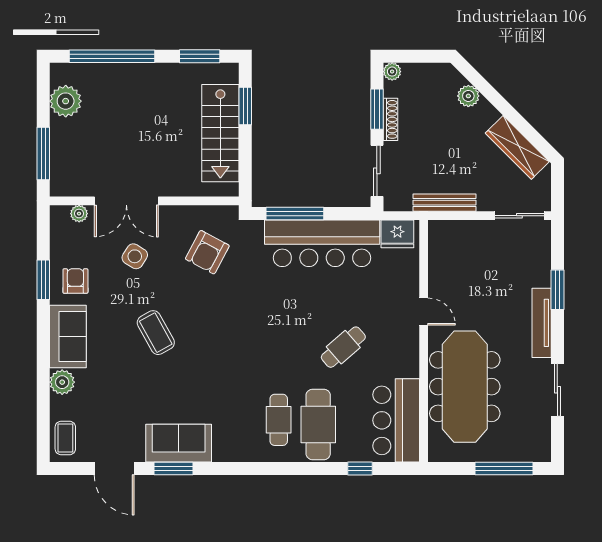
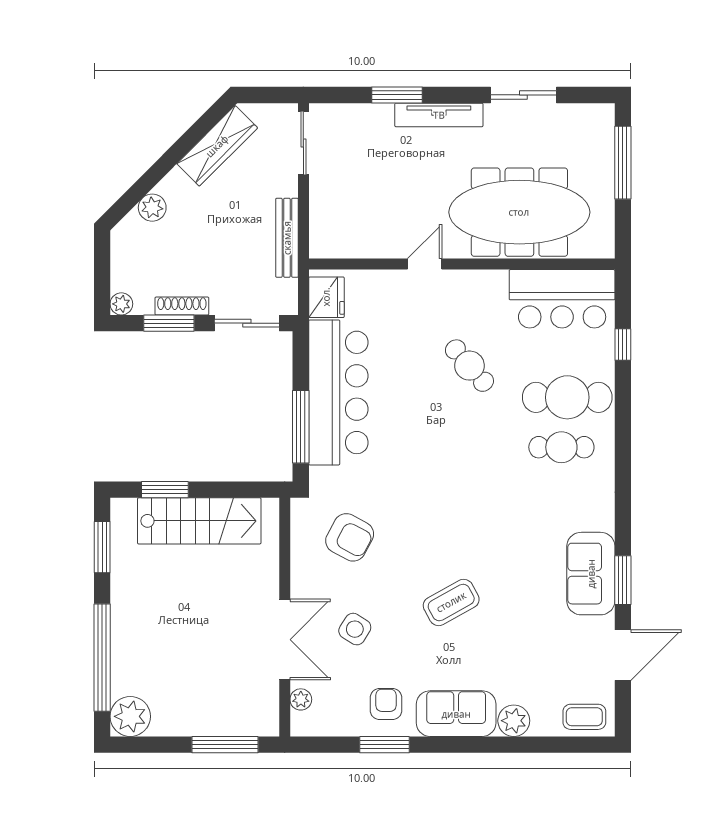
plant: (66, 101) -> (130, 716), moved
armchair: (75, 281) -> (386, 704), turned 90

